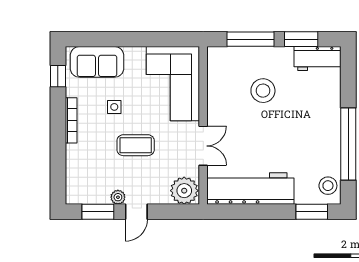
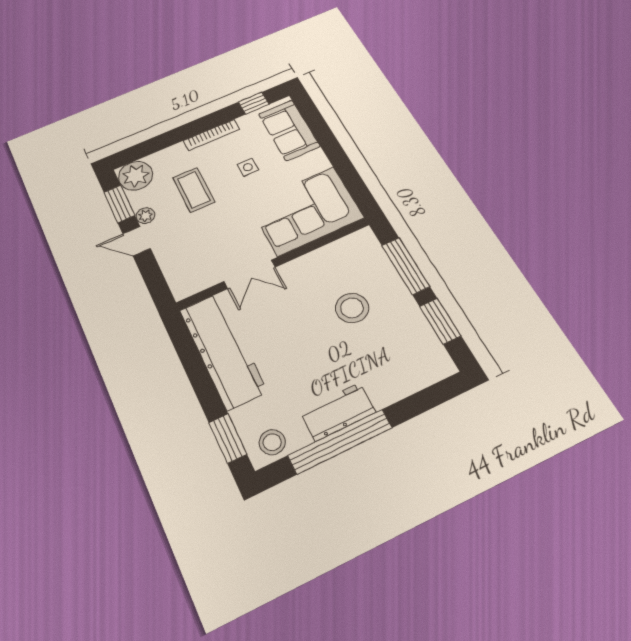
workbench: (318, 59) -> (338, 412), moved, turned 90
coffee table: (136, 145) -> (194, 190), moved
plant: (184, 191) -> (136, 176), moved

